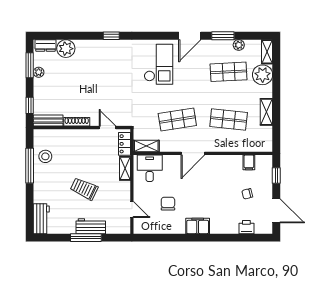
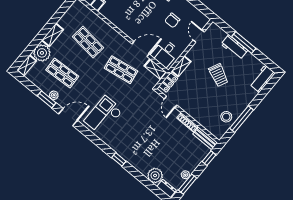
plant: (239, 45) -> (54, 95), moved
shelving: (266, 112) -> (53, 35), moved
door: (193, 153) -> (141, 49), moved

